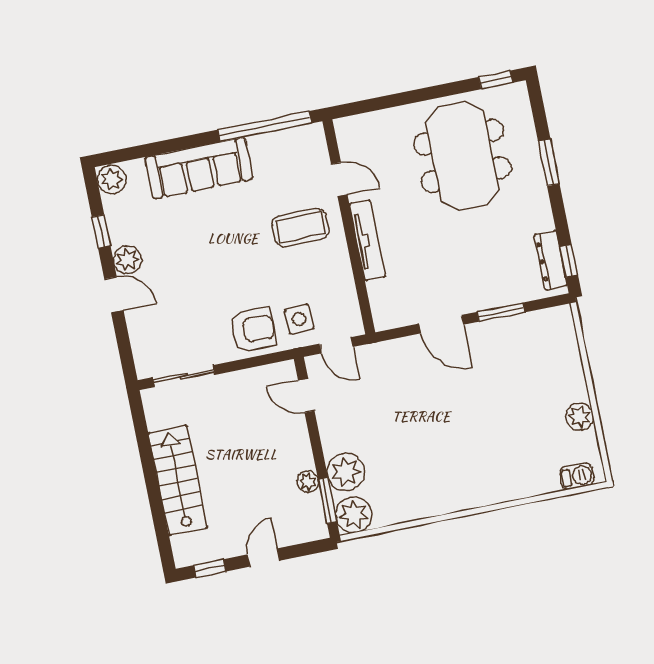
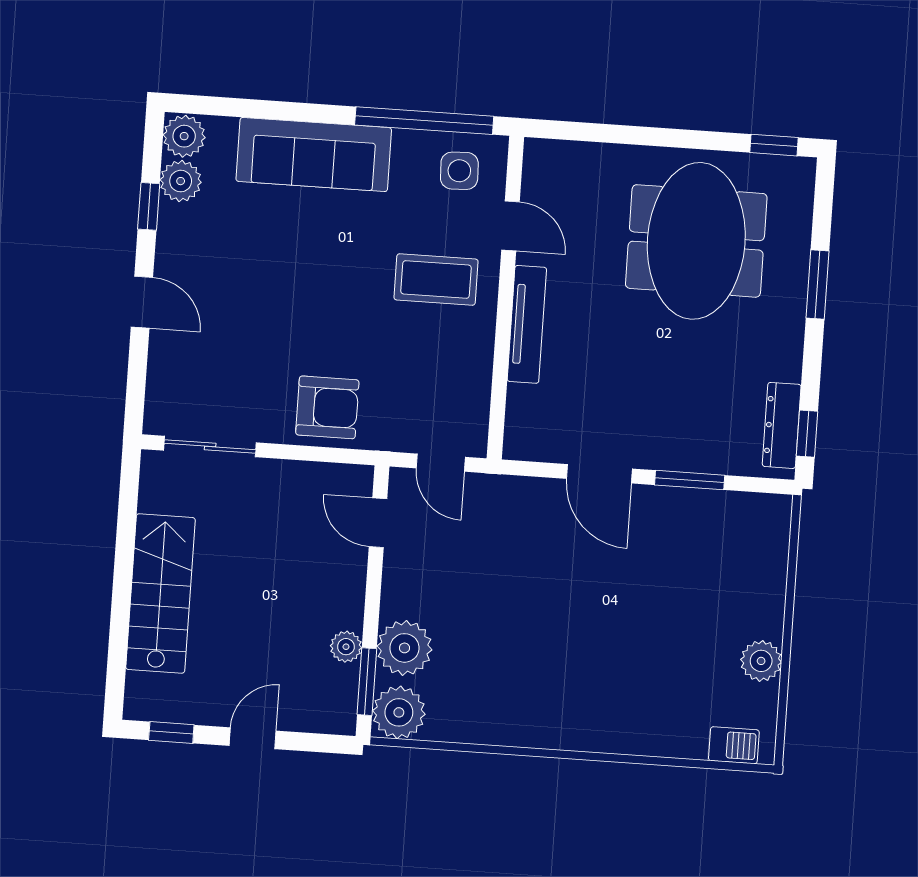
plant: (128, 260) -> (181, 181), moved
side table: (299, 319) -> (459, 171), moved

